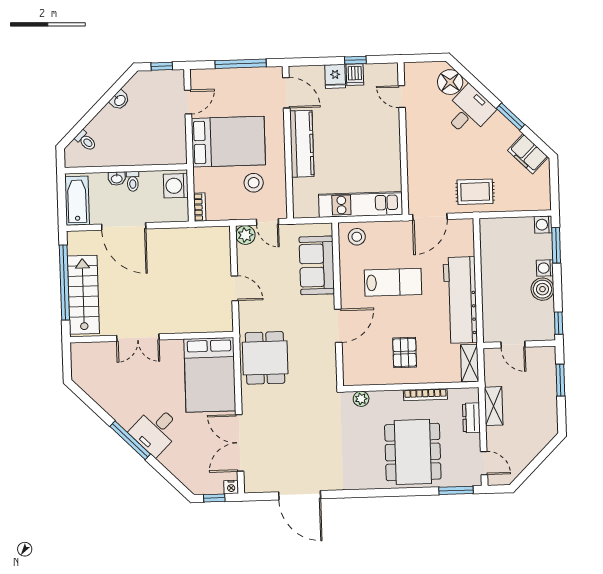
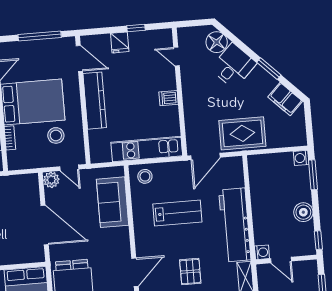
dishwasher: (355, 75) -> (169, 98), moved, turned 90
rug: (475, 192) -> (242, 133), width x1.36, depth x1.43
bookcase: (200, 207) -> (10, 138), moved
washing machine: (545, 268) -> (262, 252), moved, turned 180
door: (235, 288) -> (45, 225), width x1.87
door: (338, 326) -> (135, 272), moved

